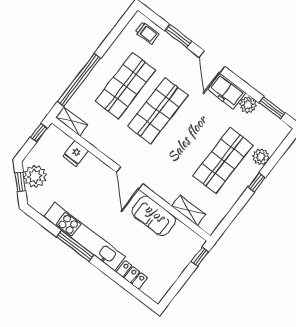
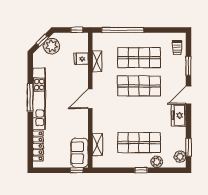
plant: (248, 105) -> (180, 157), moved
shelving: (72, 121) -> (97, 61), moved
sofa: (154, 216) -> (80, 153), moved
locker: (132, 275) -> (38, 146), width x1.53

